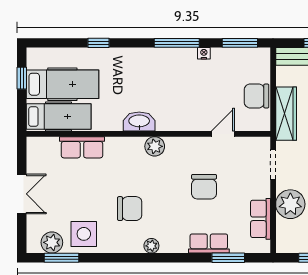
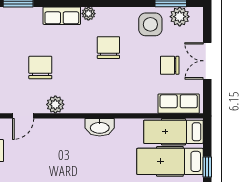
plant: (155, 146) -> (55, 104), moved
row of seats: (82, 147) -> (179, 104), moved
chair: (63, 189) -> (170, 65), added
chair: (130, 209) -> (108, 48), turned 90
row of seats: (209, 243) -> (62, 16), moved

